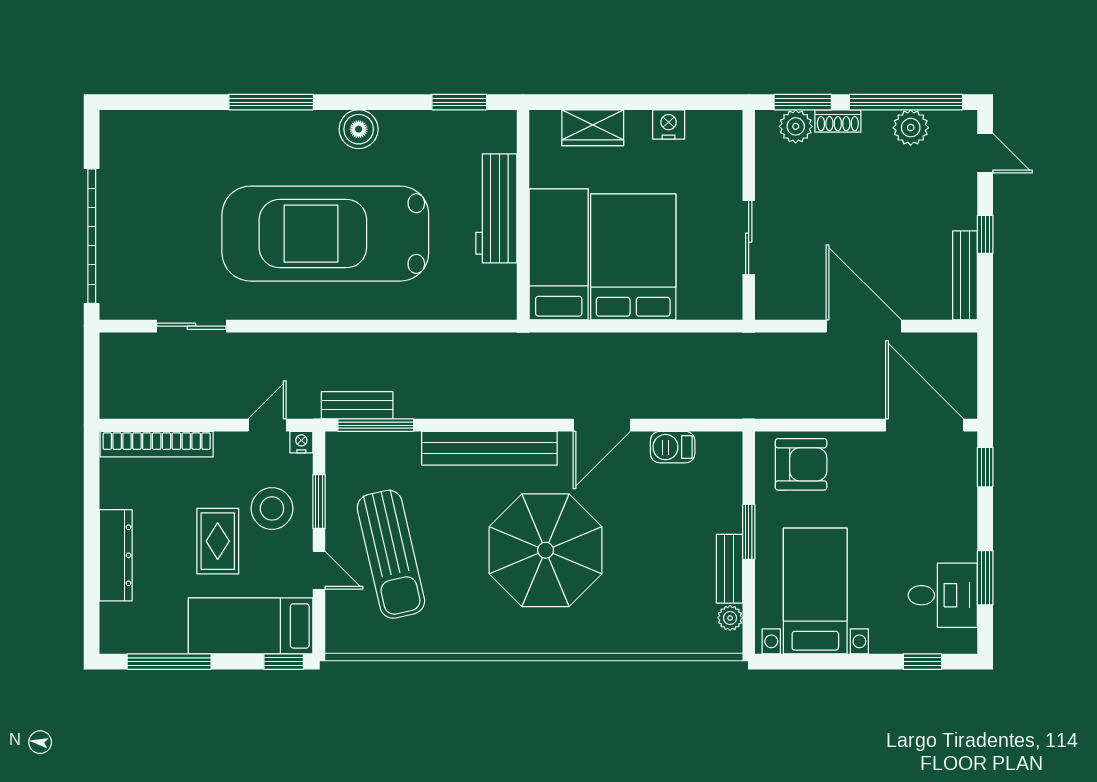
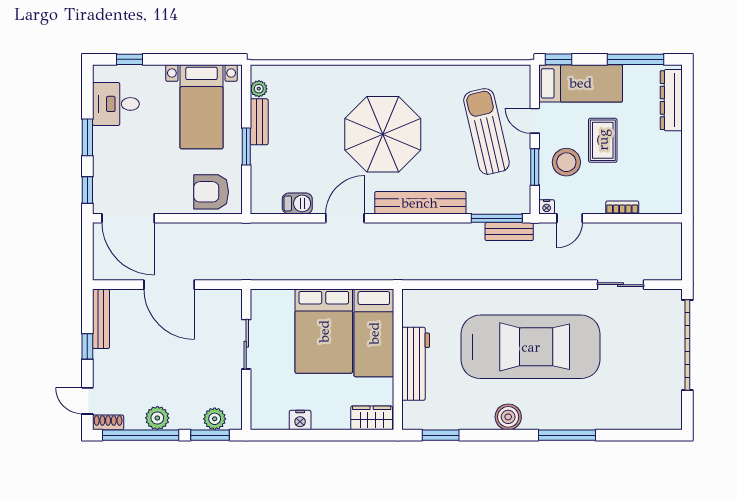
shoe rack: (838, 121) -> (108, 422), moved
wardrobe: (593, 128) -> (372, 418), moved
plant: (911, 128) -> (157, 418), moved
bookcase: (157, 444) -> (622, 207), width x0.43, depth x0.76
dresser: (116, 555) -> (671, 100), moved
window: (985, 578) -> (87, 137), moved

